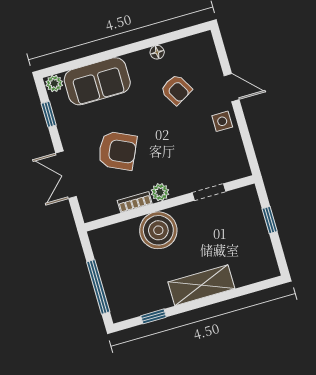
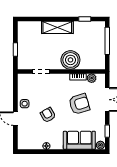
armchair: (176, 90) -> (48, 115), moved
armchair: (117, 151) -> (79, 104), turned 138
plant: (160, 192) -> (92, 78), moved

